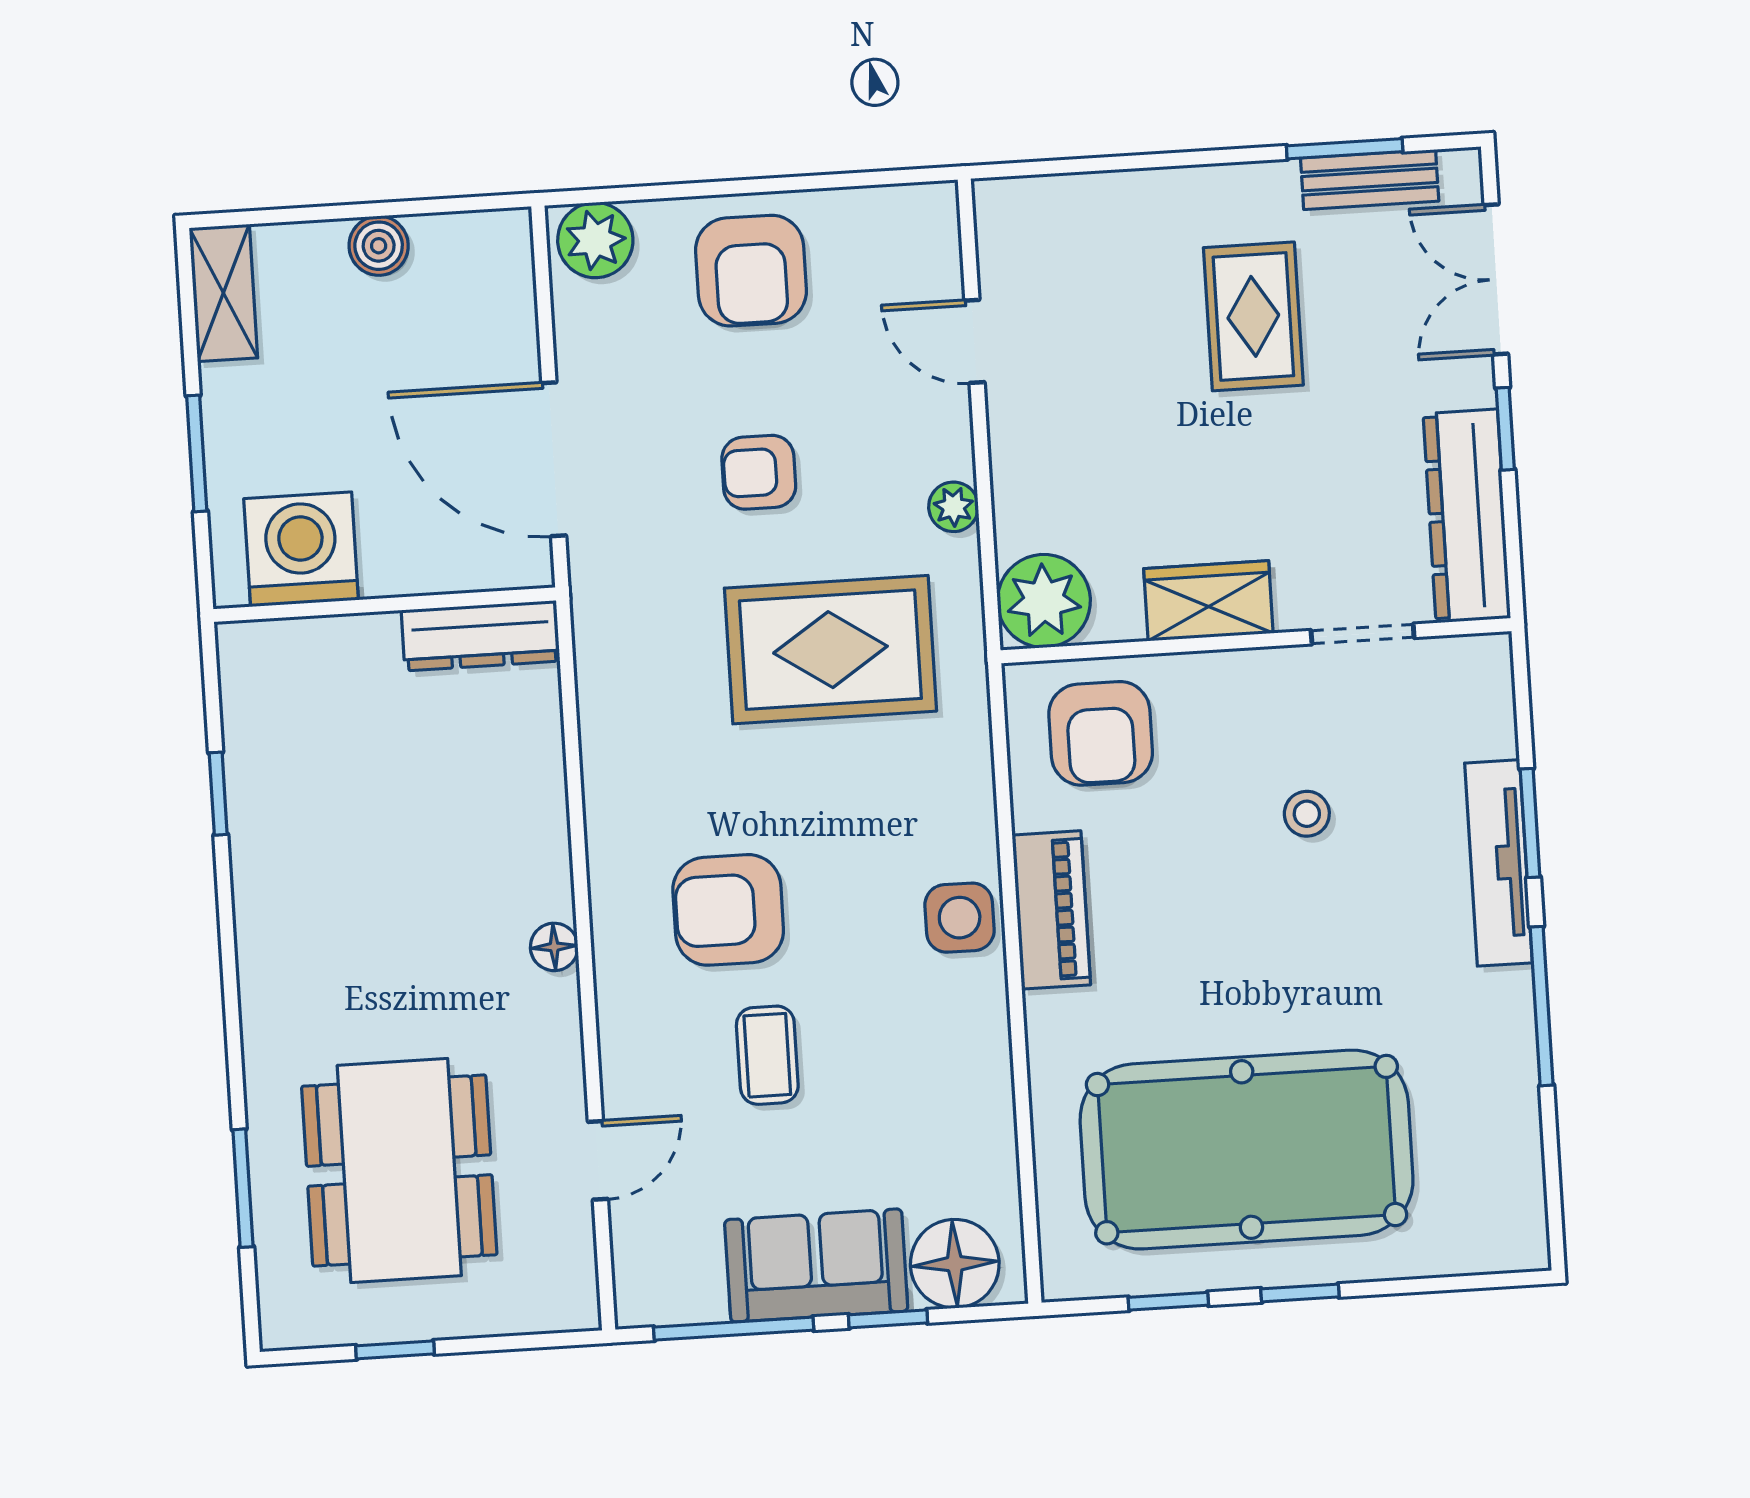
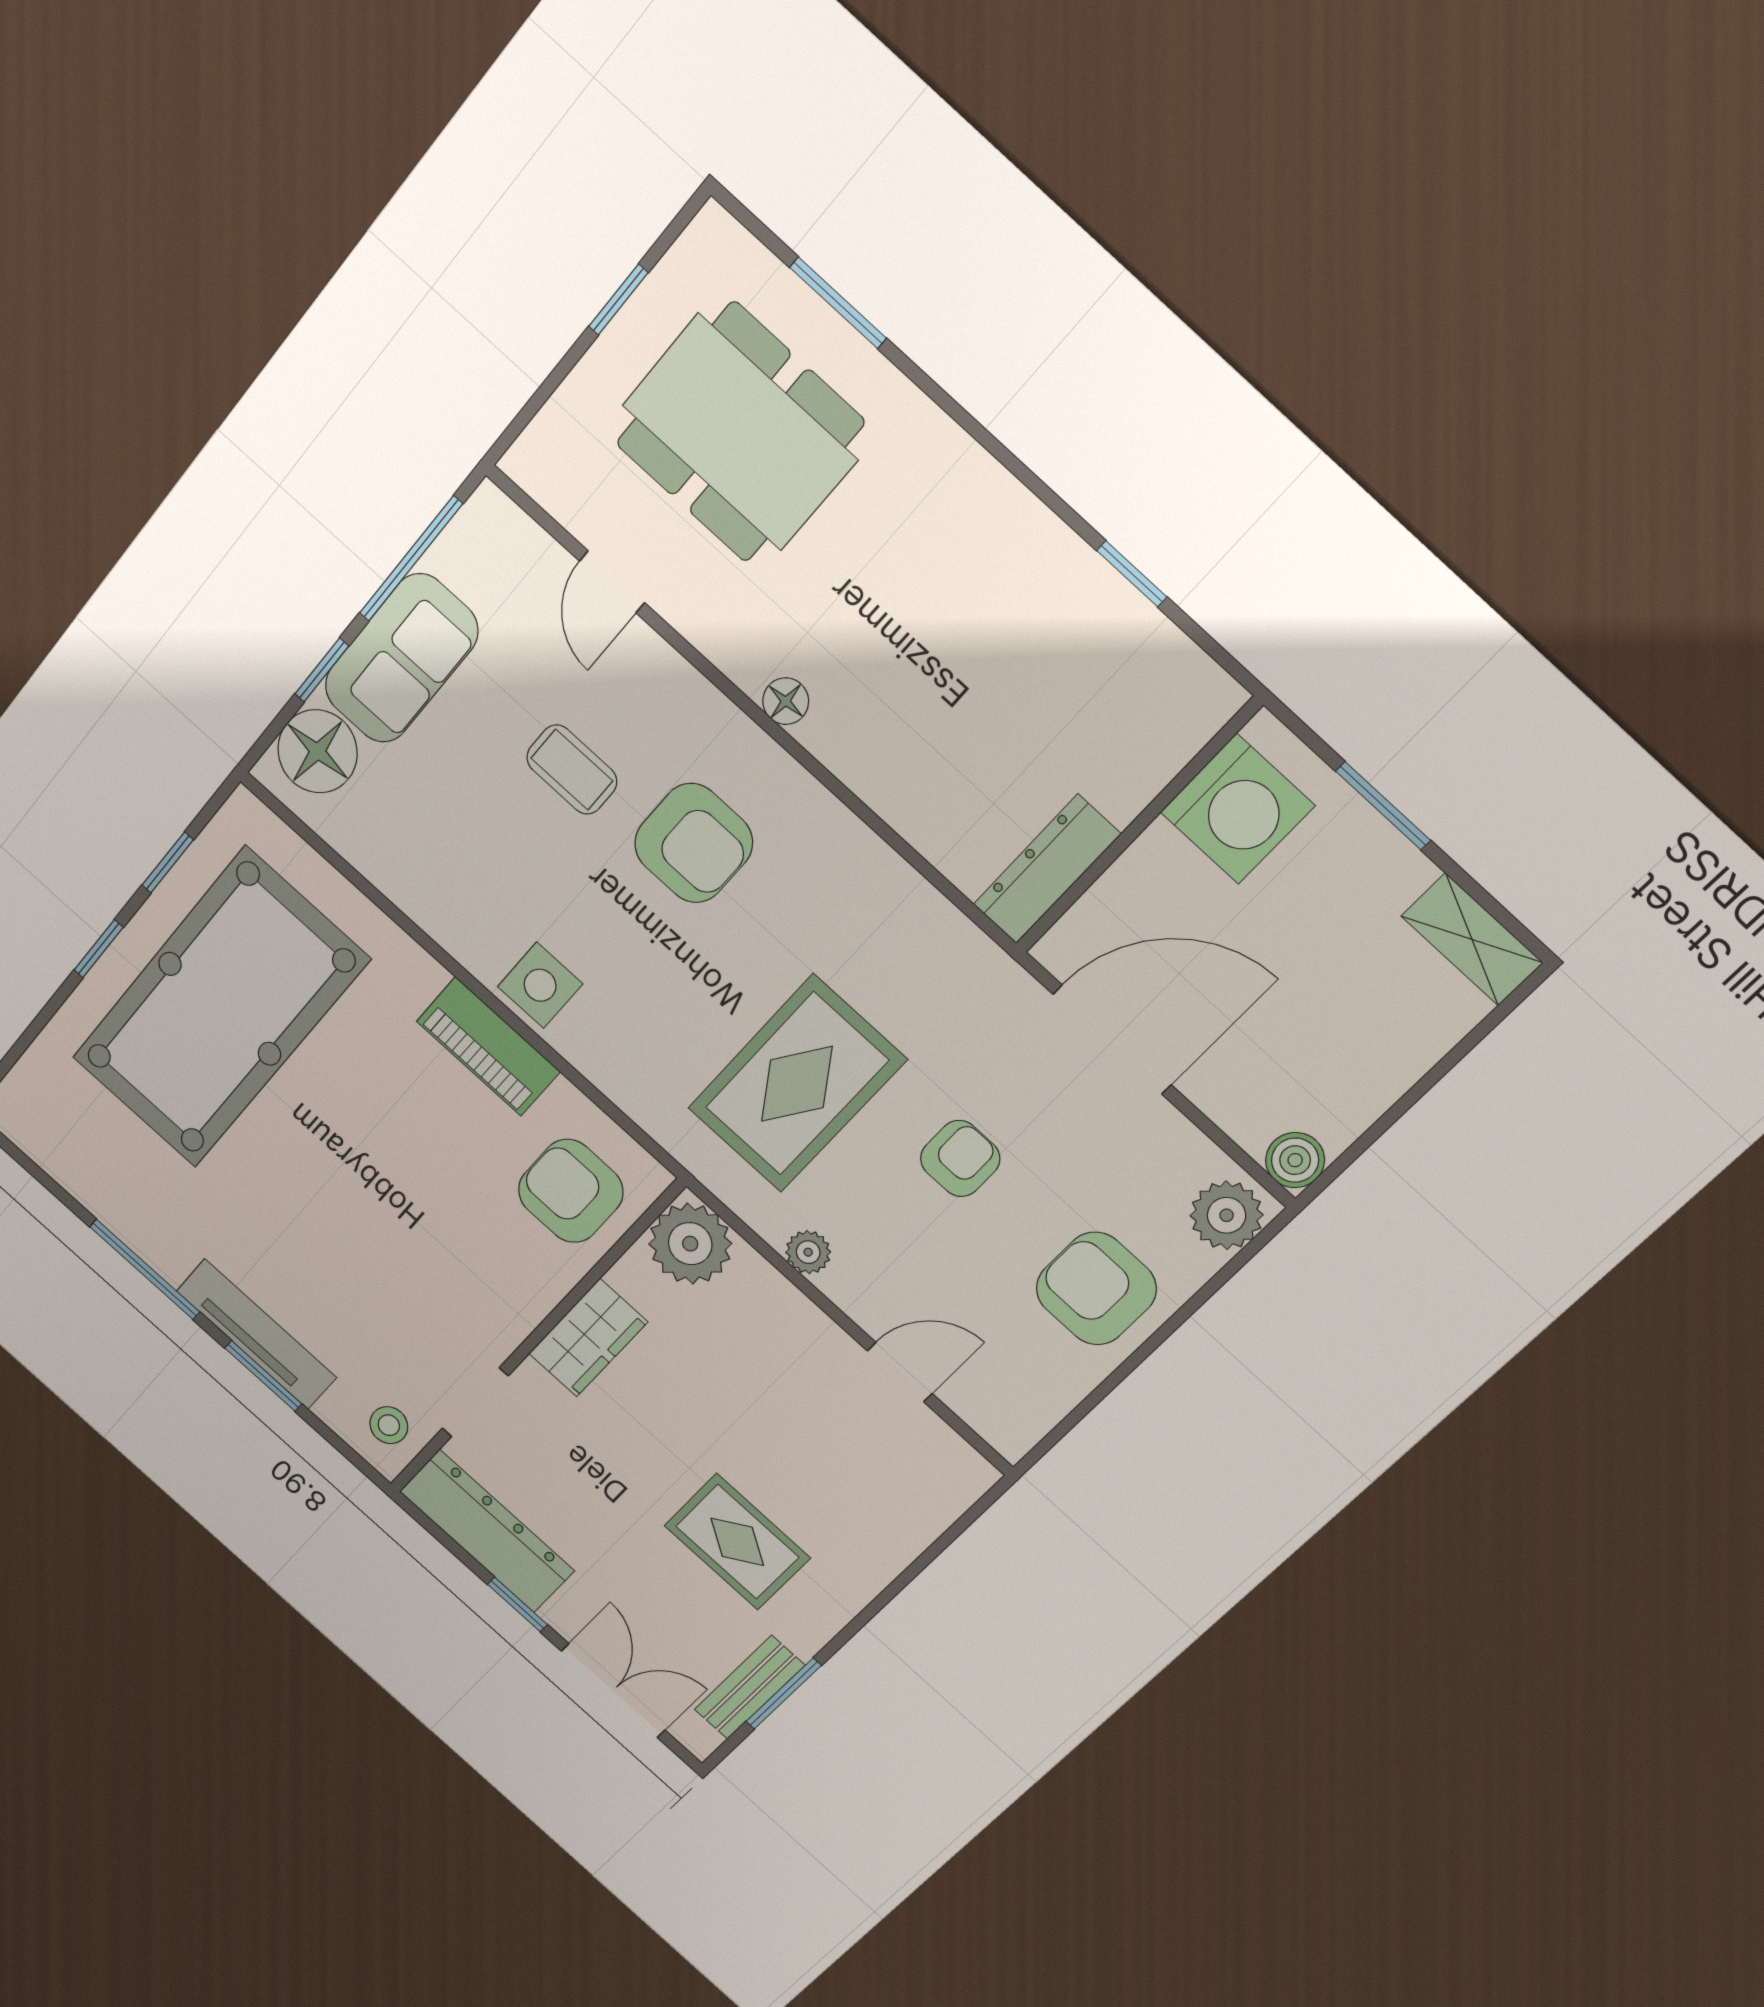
boiler: (379, 246) -> (1295, 1160), moved
stool: (1307, 814) -> (389, 1425), moved
armchair: (728, 910) -> (694, 843), turned 90

